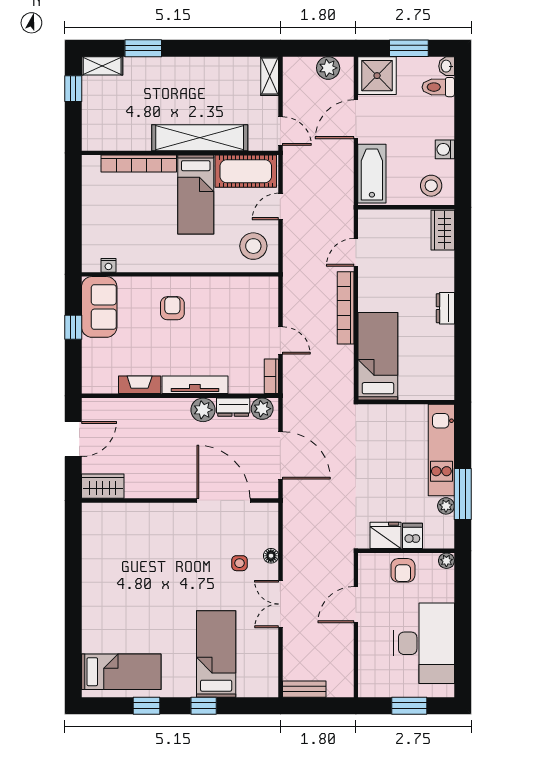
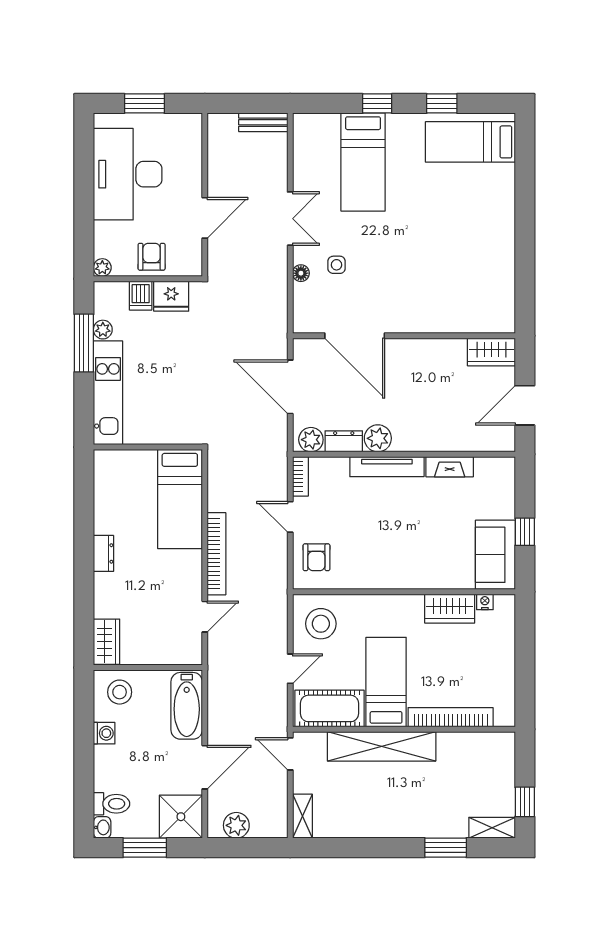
wardrobe: (140, 259) -> (450, 609), added
armchair: (172, 308) -> (316, 557), moved

